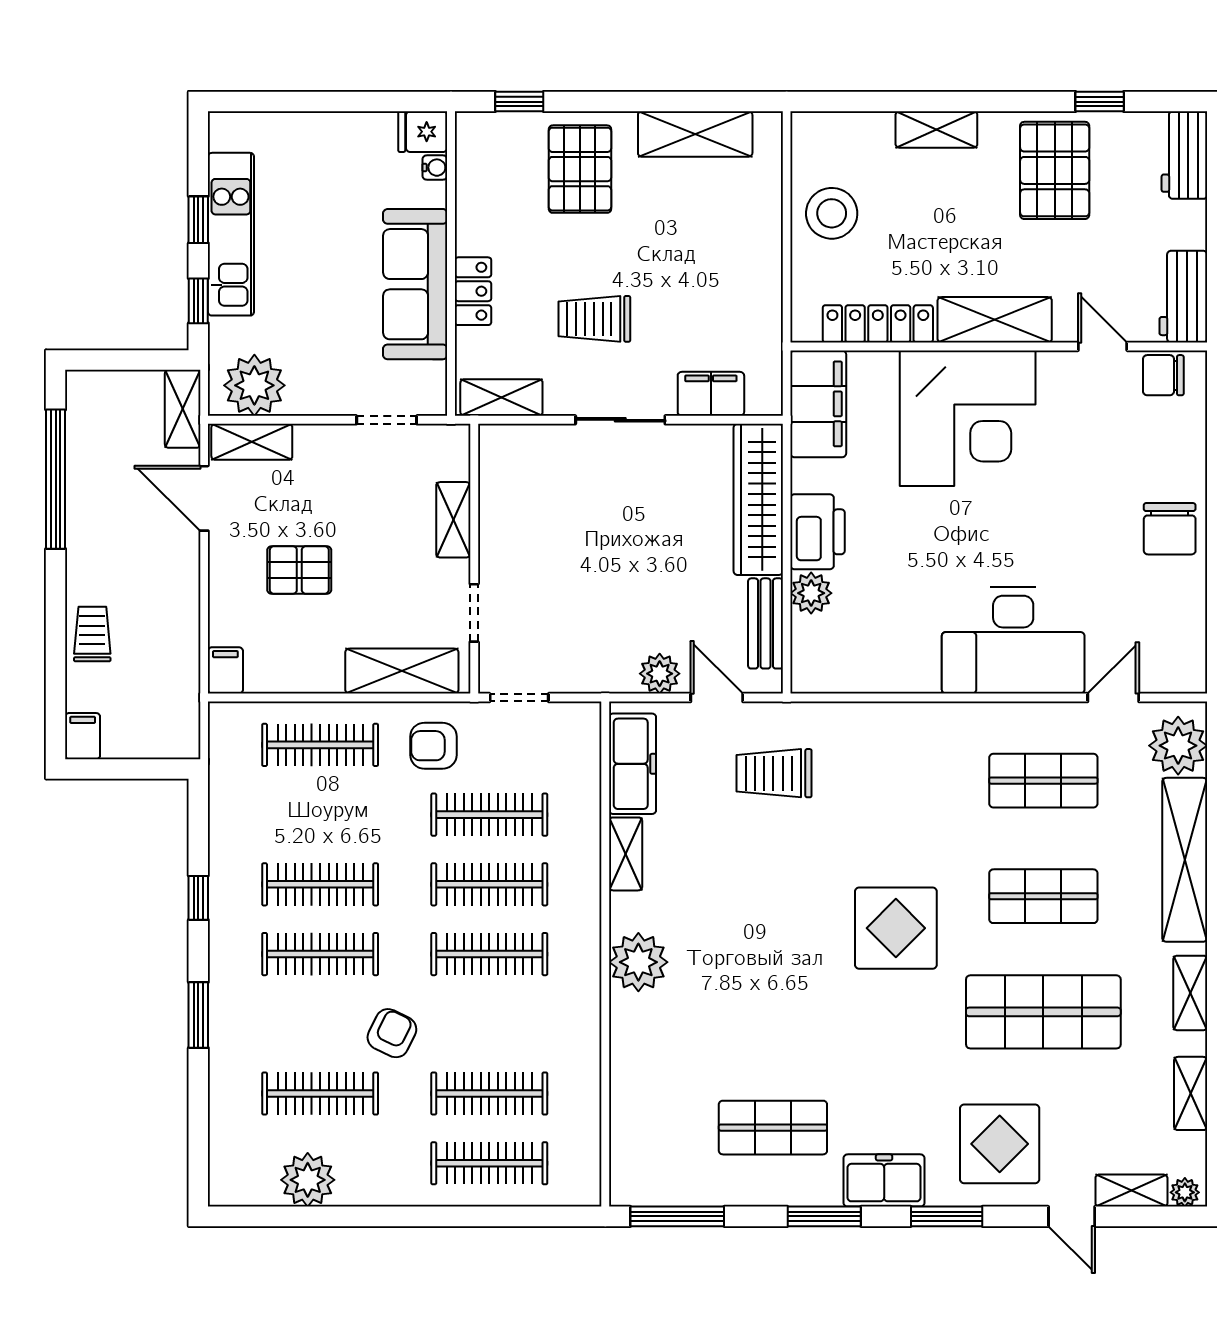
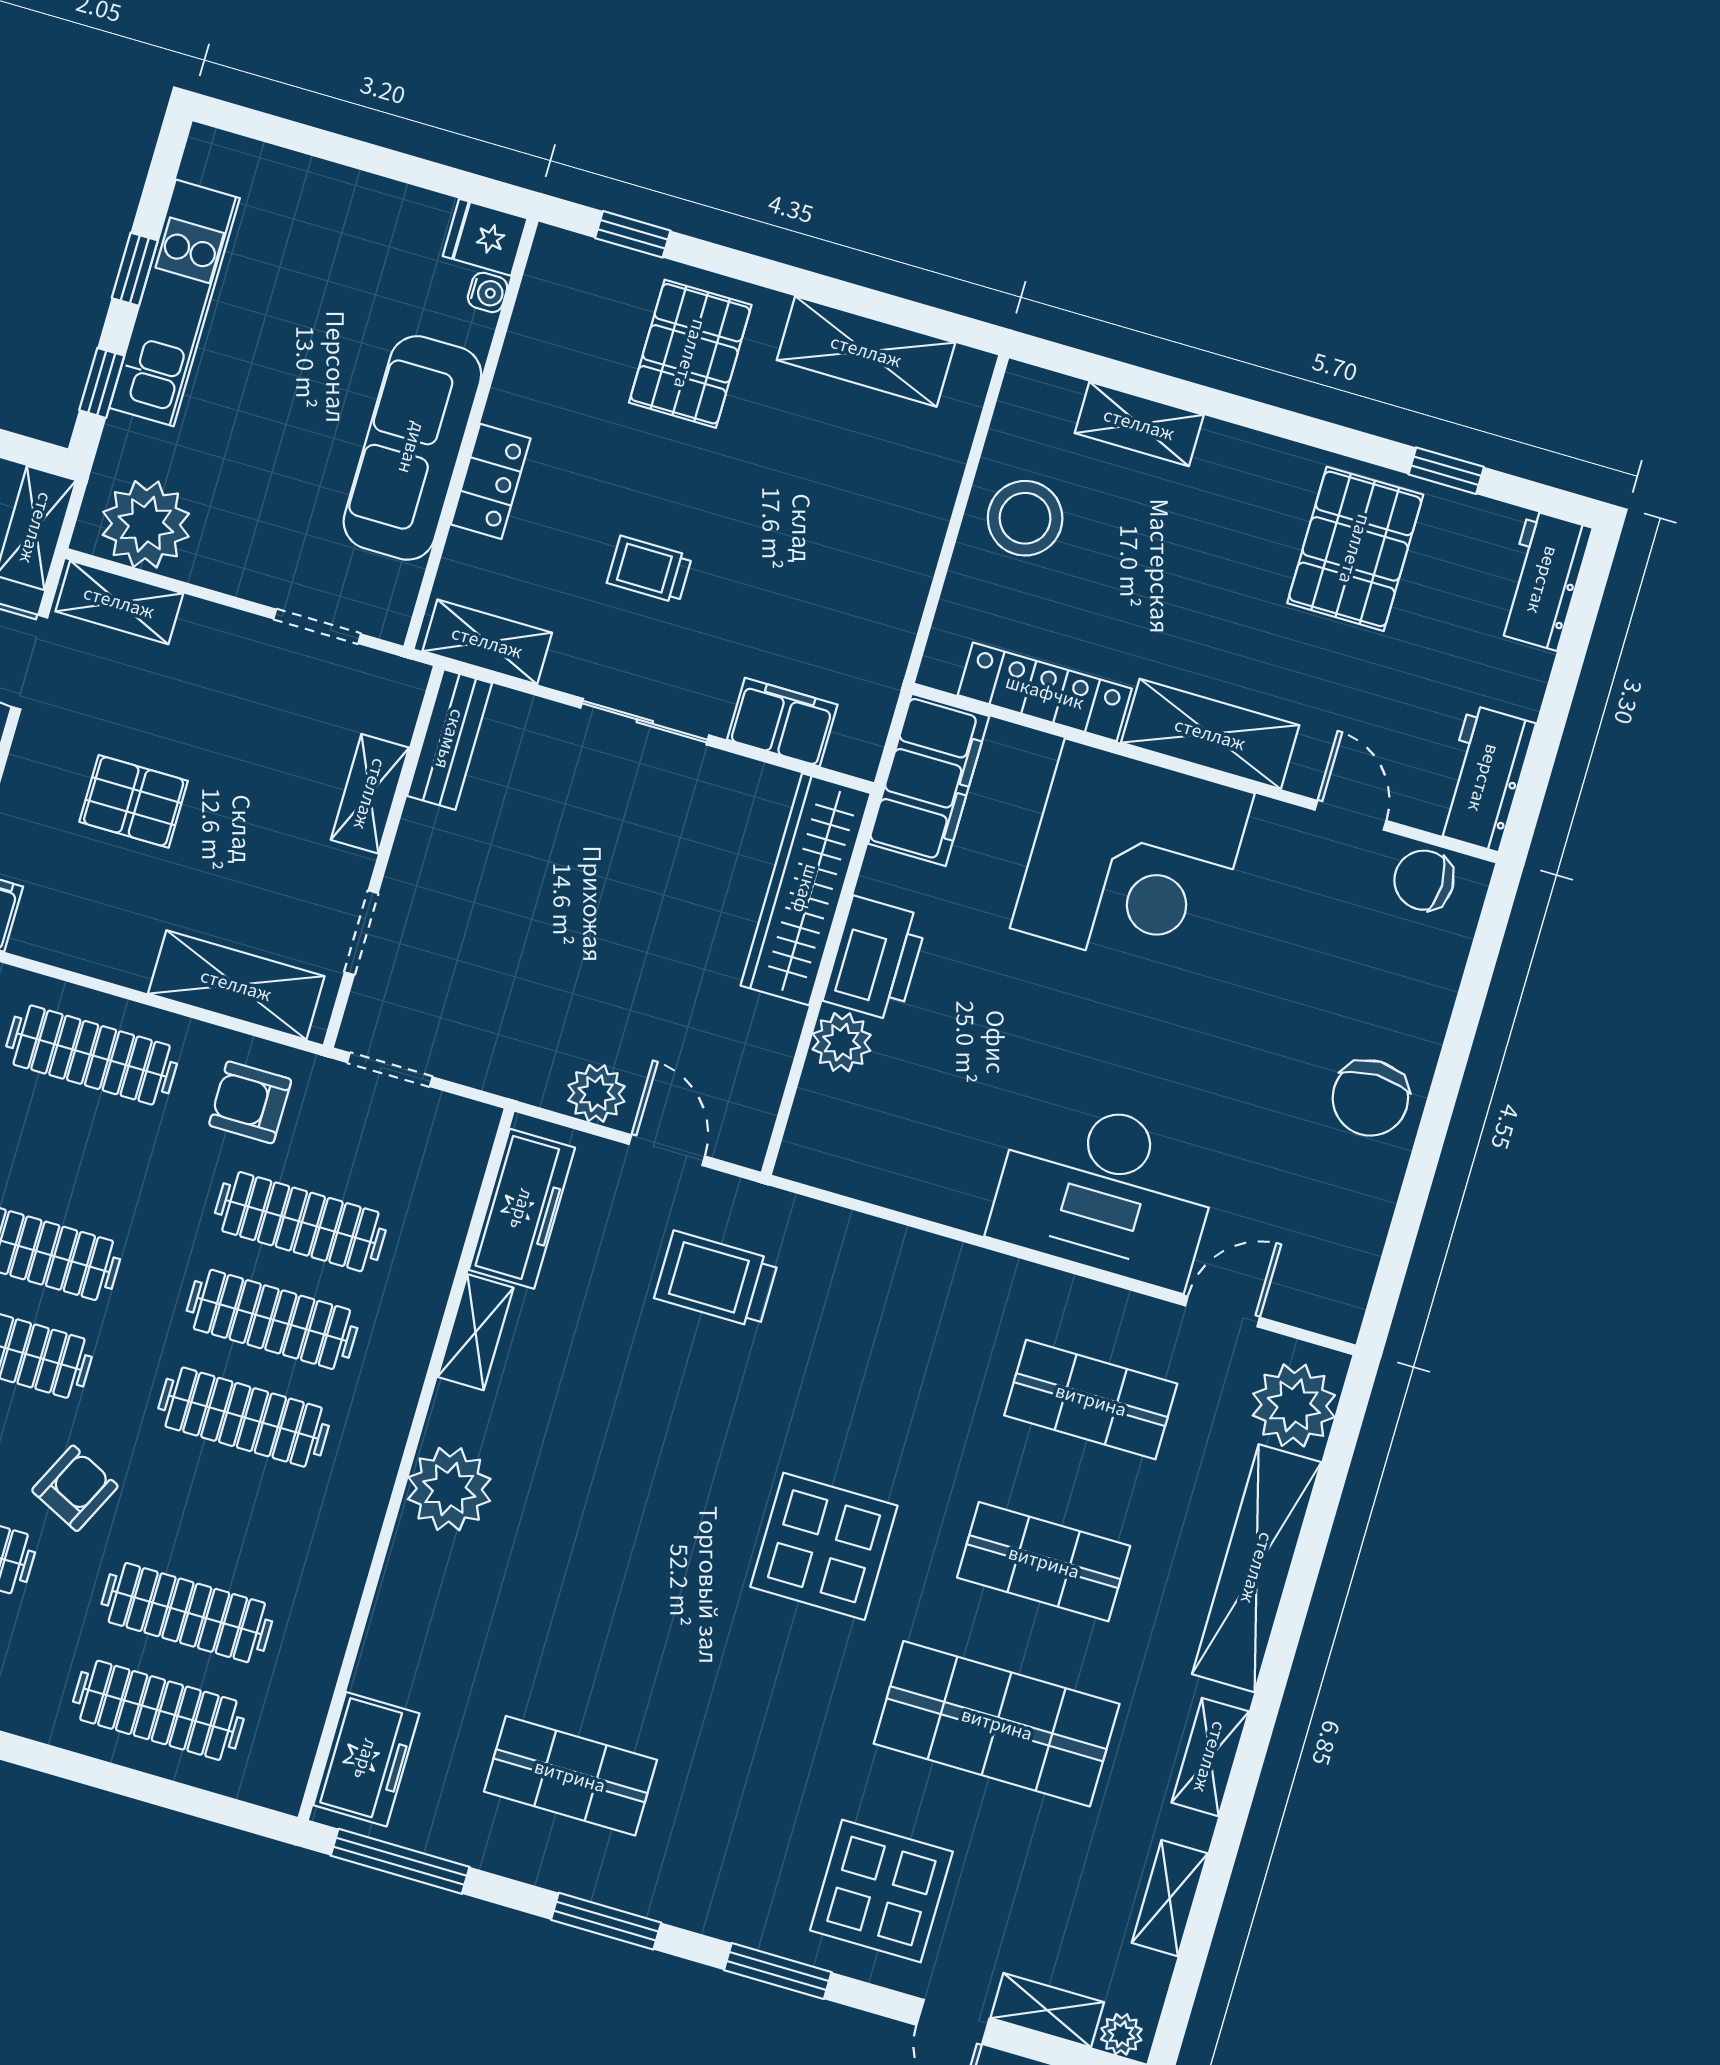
shelving: (936, 130) -> (1139, 424), moved
trolley: (594, 319) -> (649, 570), width x0.73, depth x0.72
bench: (765, 623) -> (450, 739), moved
freezer: (884, 1180) -> (366, 1759), moved, turned 90

